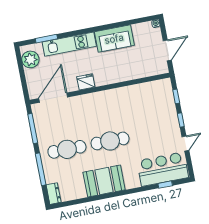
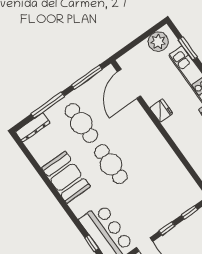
door: (53, 98) -> (129, 84), swing flipped
dresser: (54, 194) -> (33, 127), width x1.44

